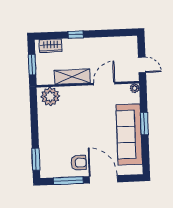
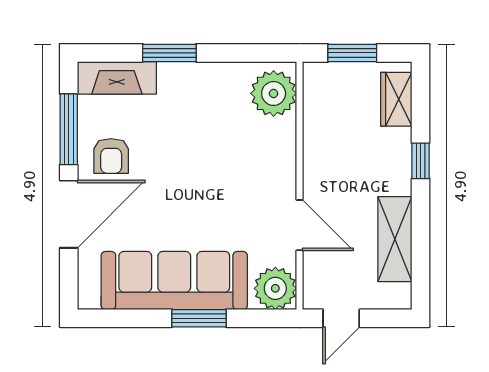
shelving: (72, 77) -> (395, 239), moved
plant: (135, 88) -> (275, 288), width x1.88, depth x1.88
window: (36, 159) -> (169, 53), moved
fireplace: (46, 162) -> (117, 78), added

